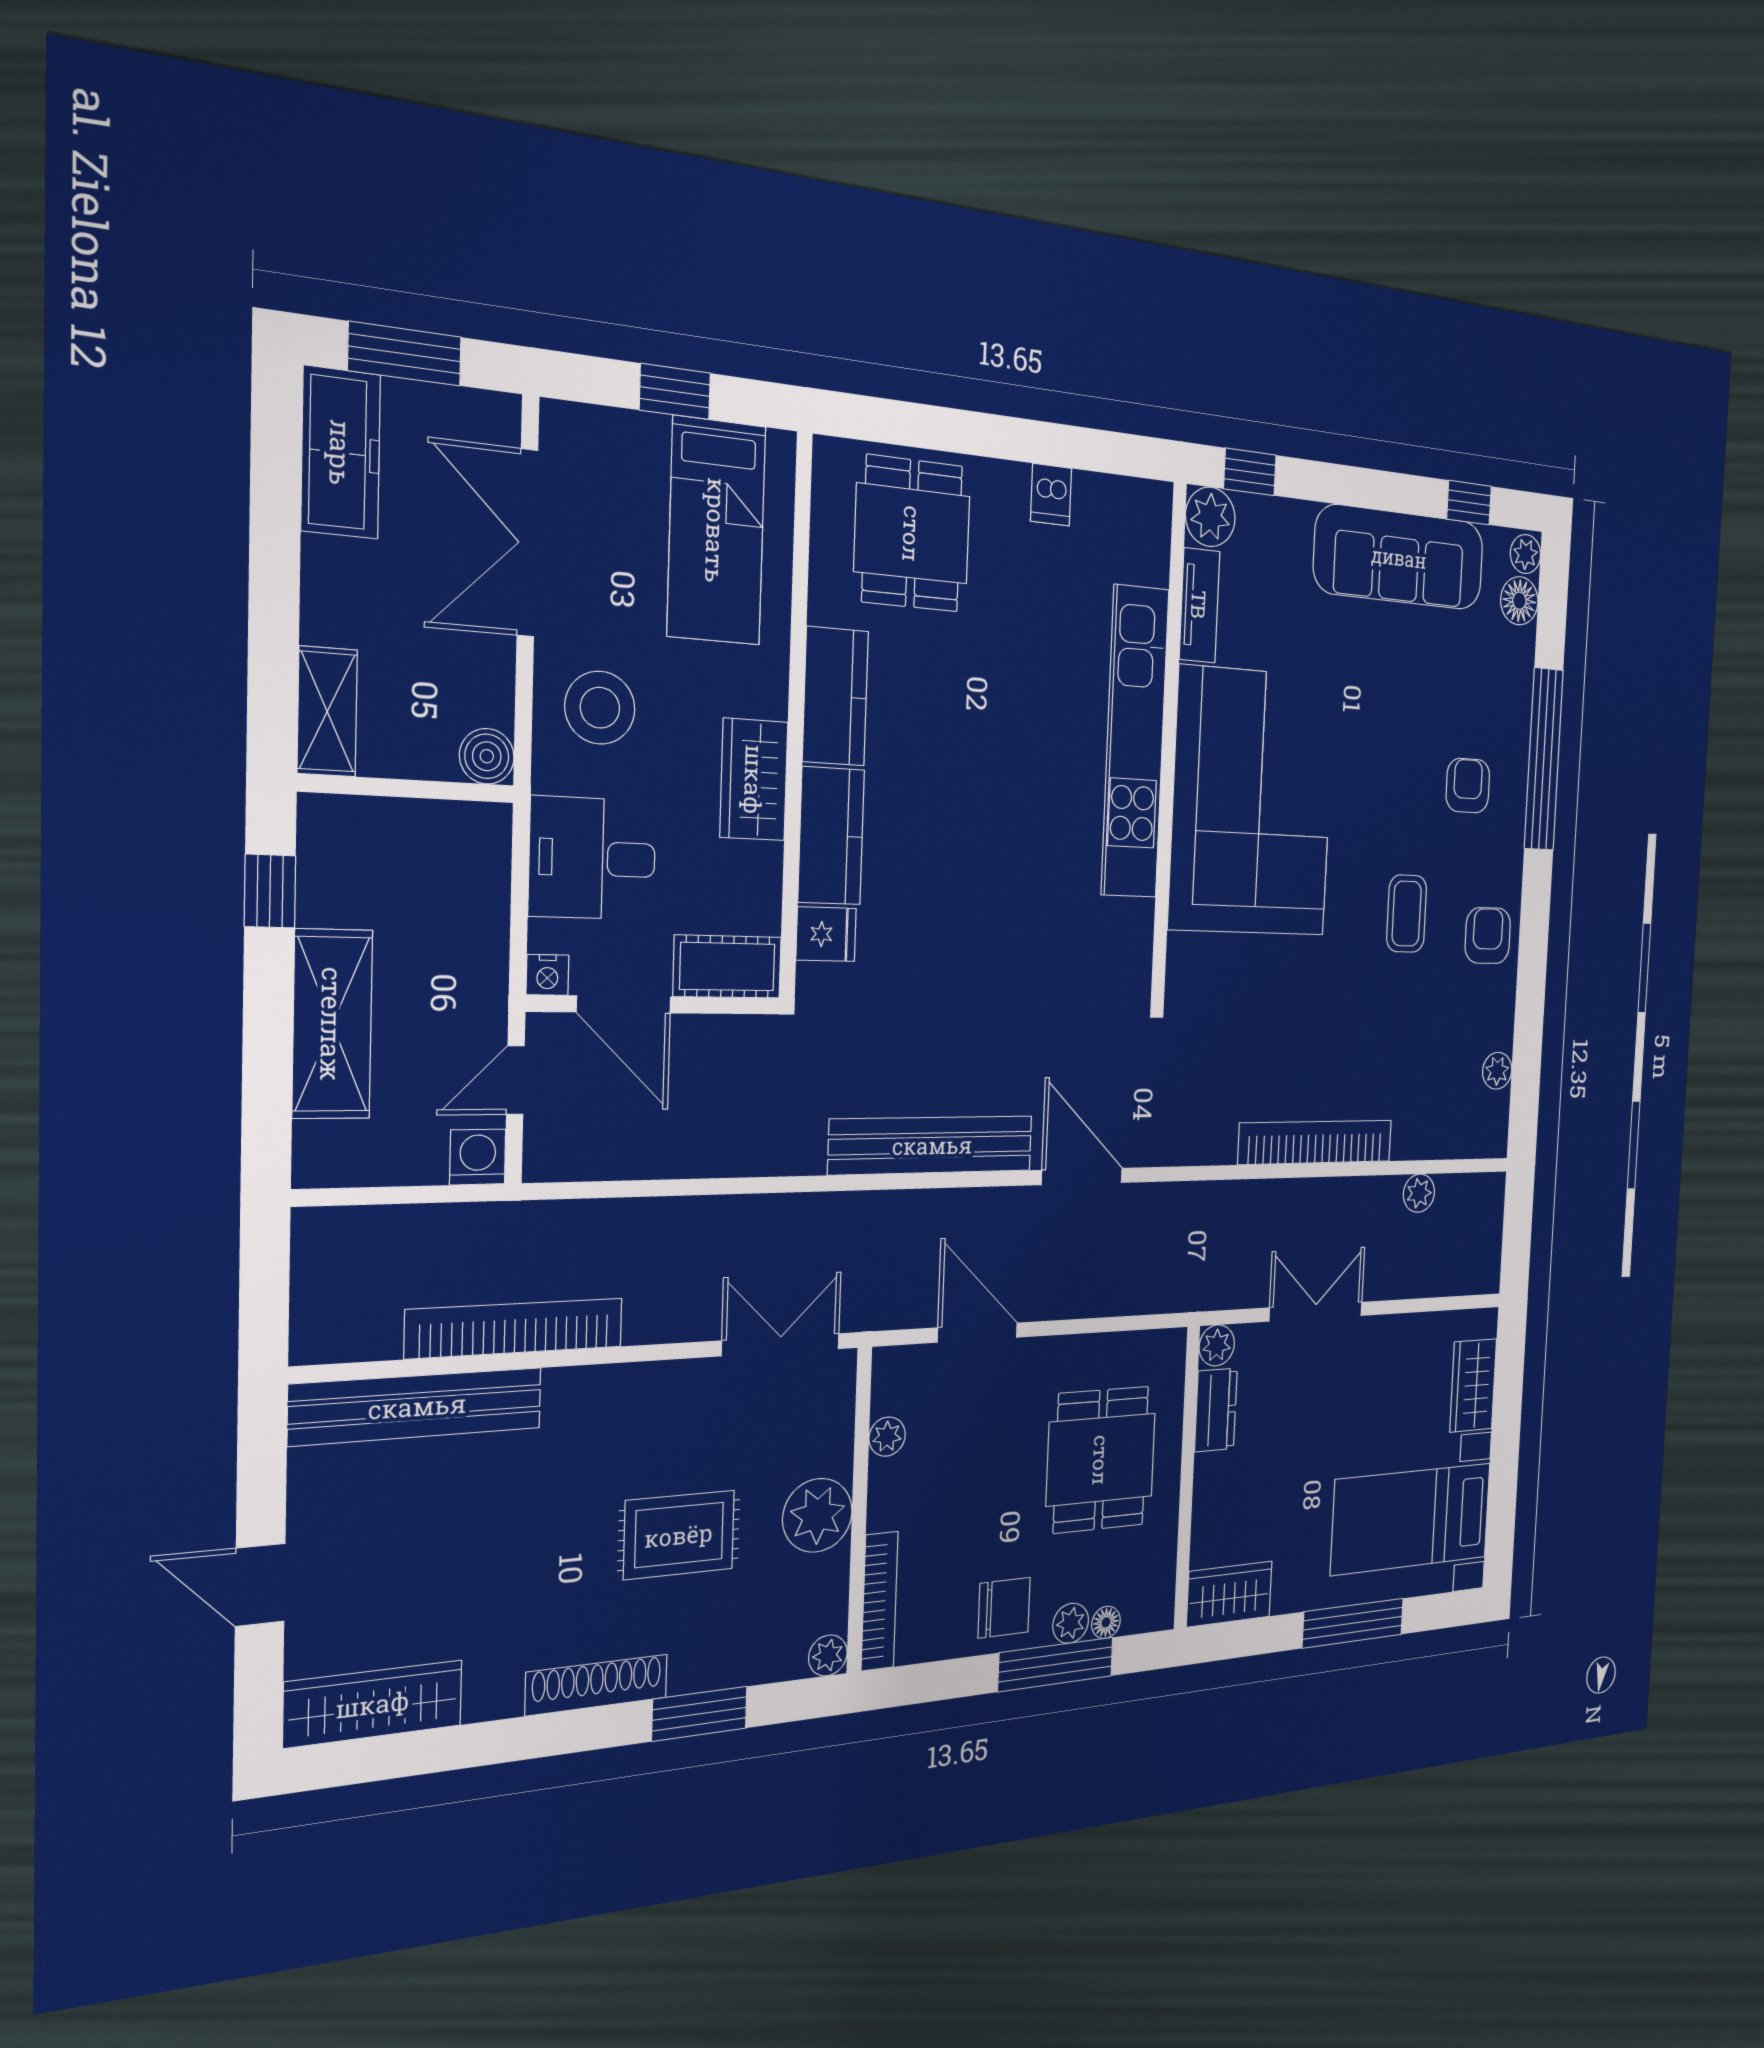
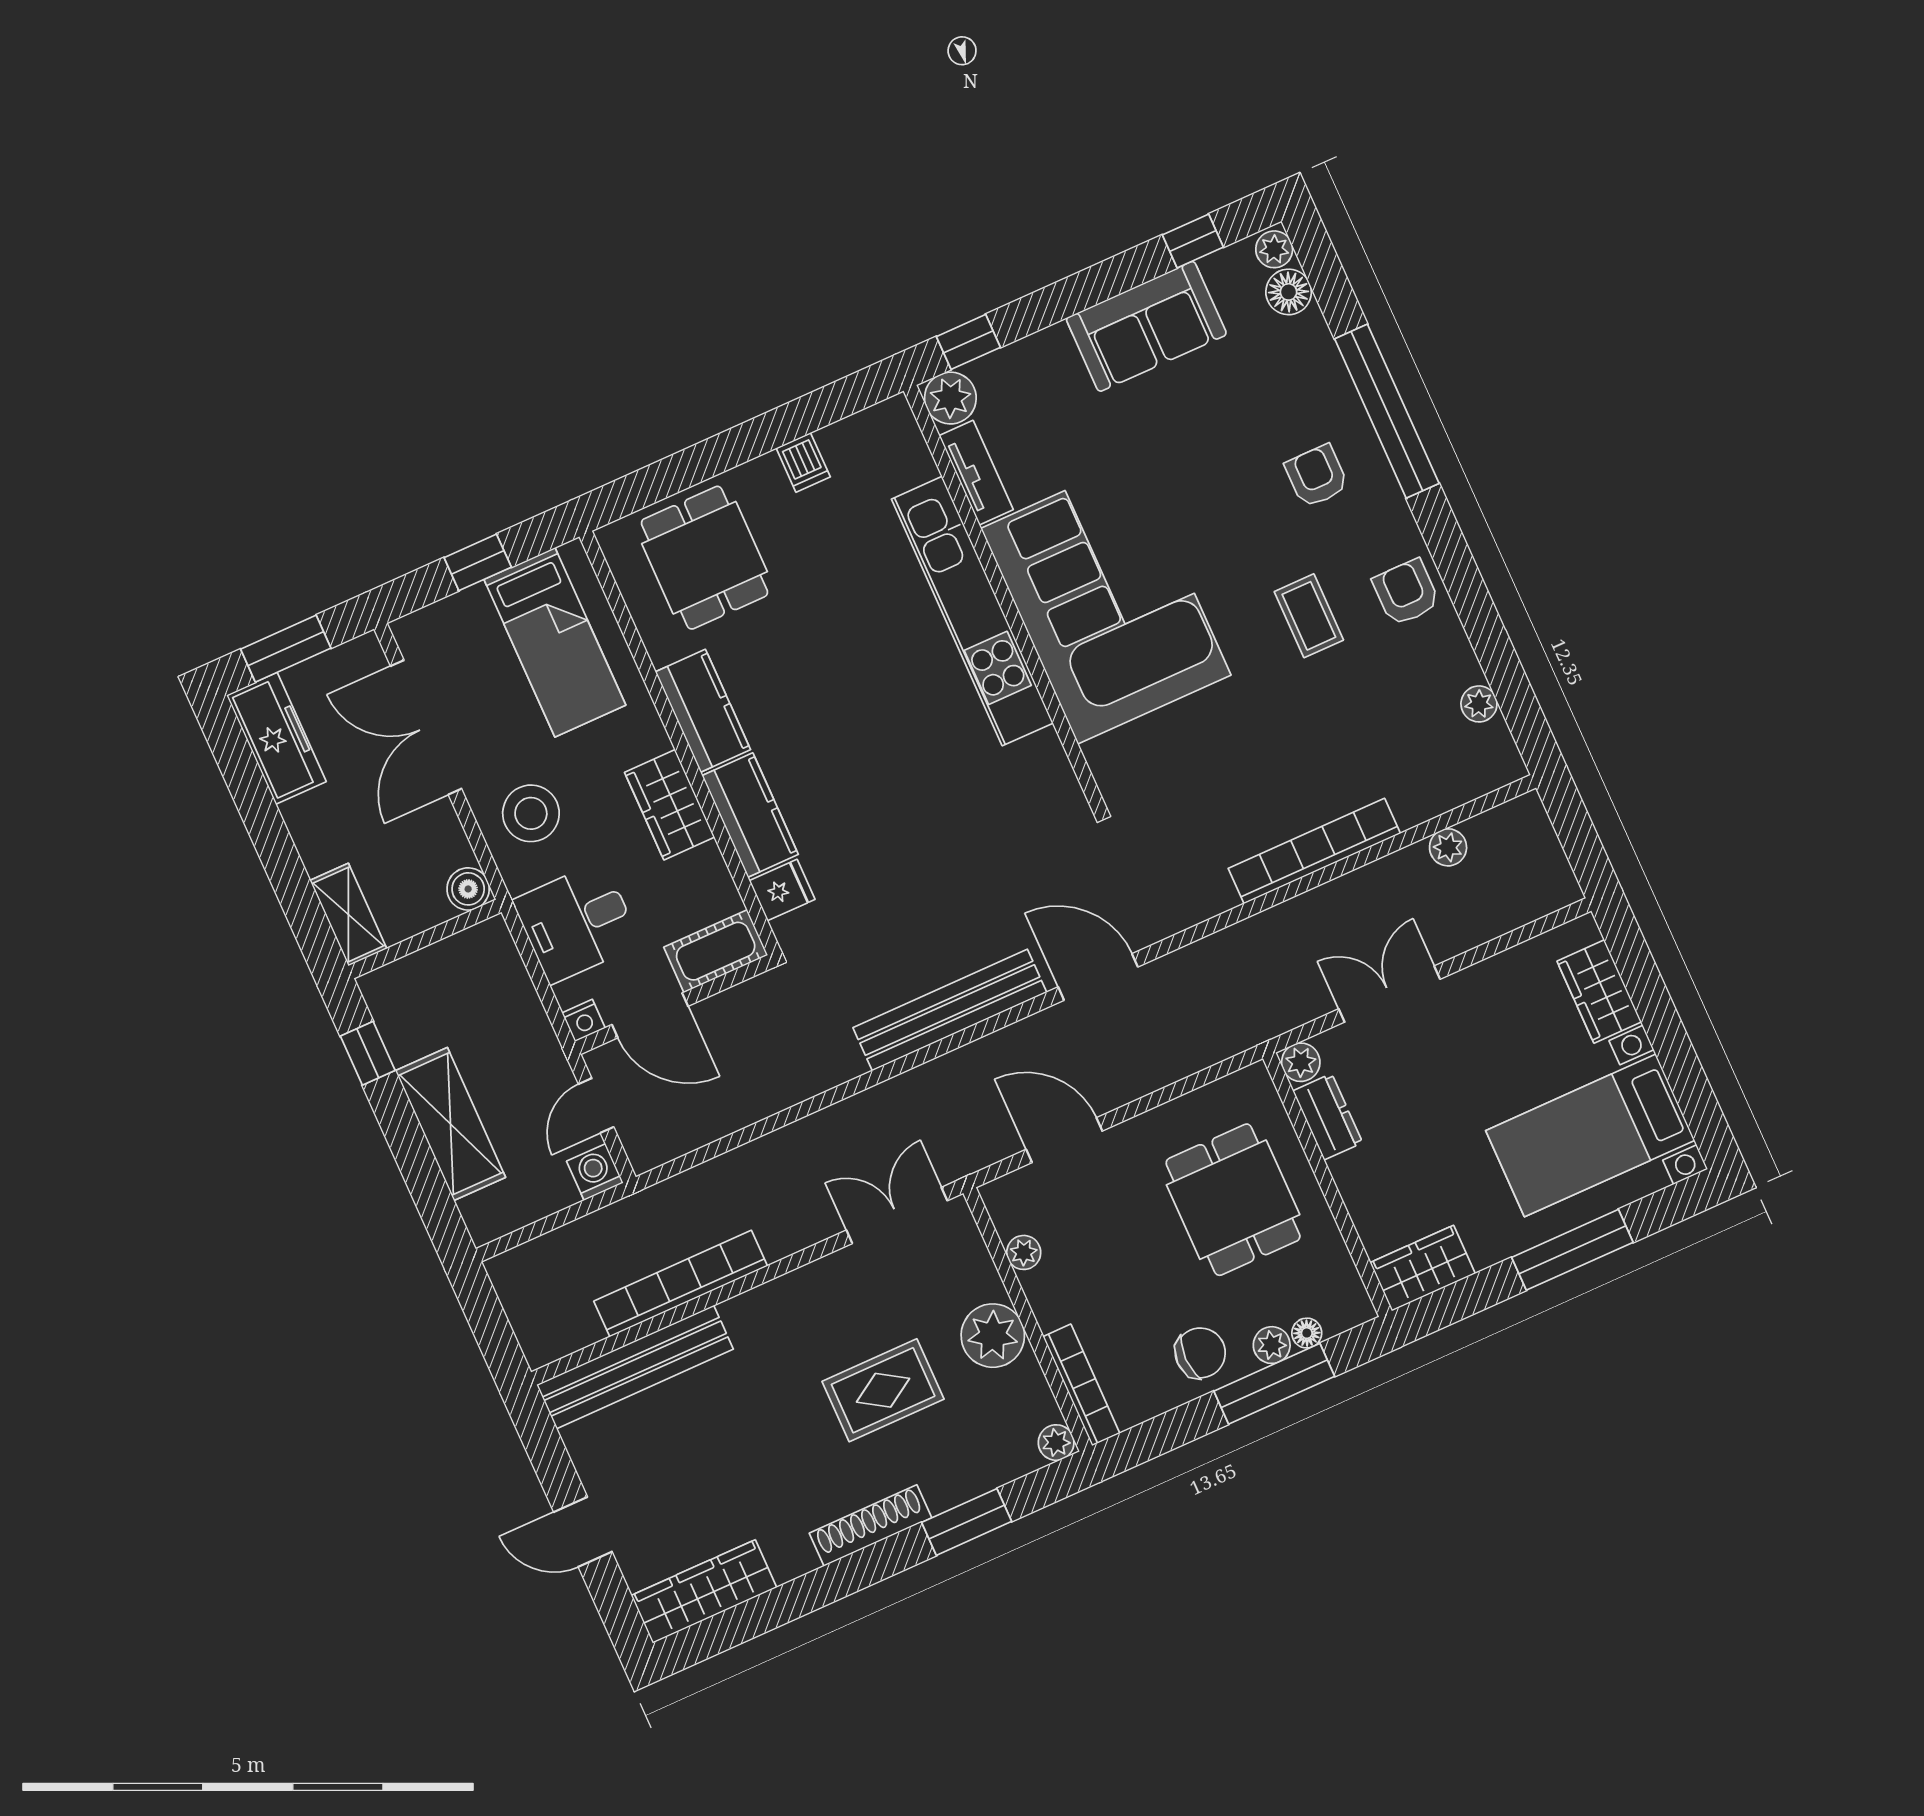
sofa: (1399, 557) -> (1146, 326), width x0.73

